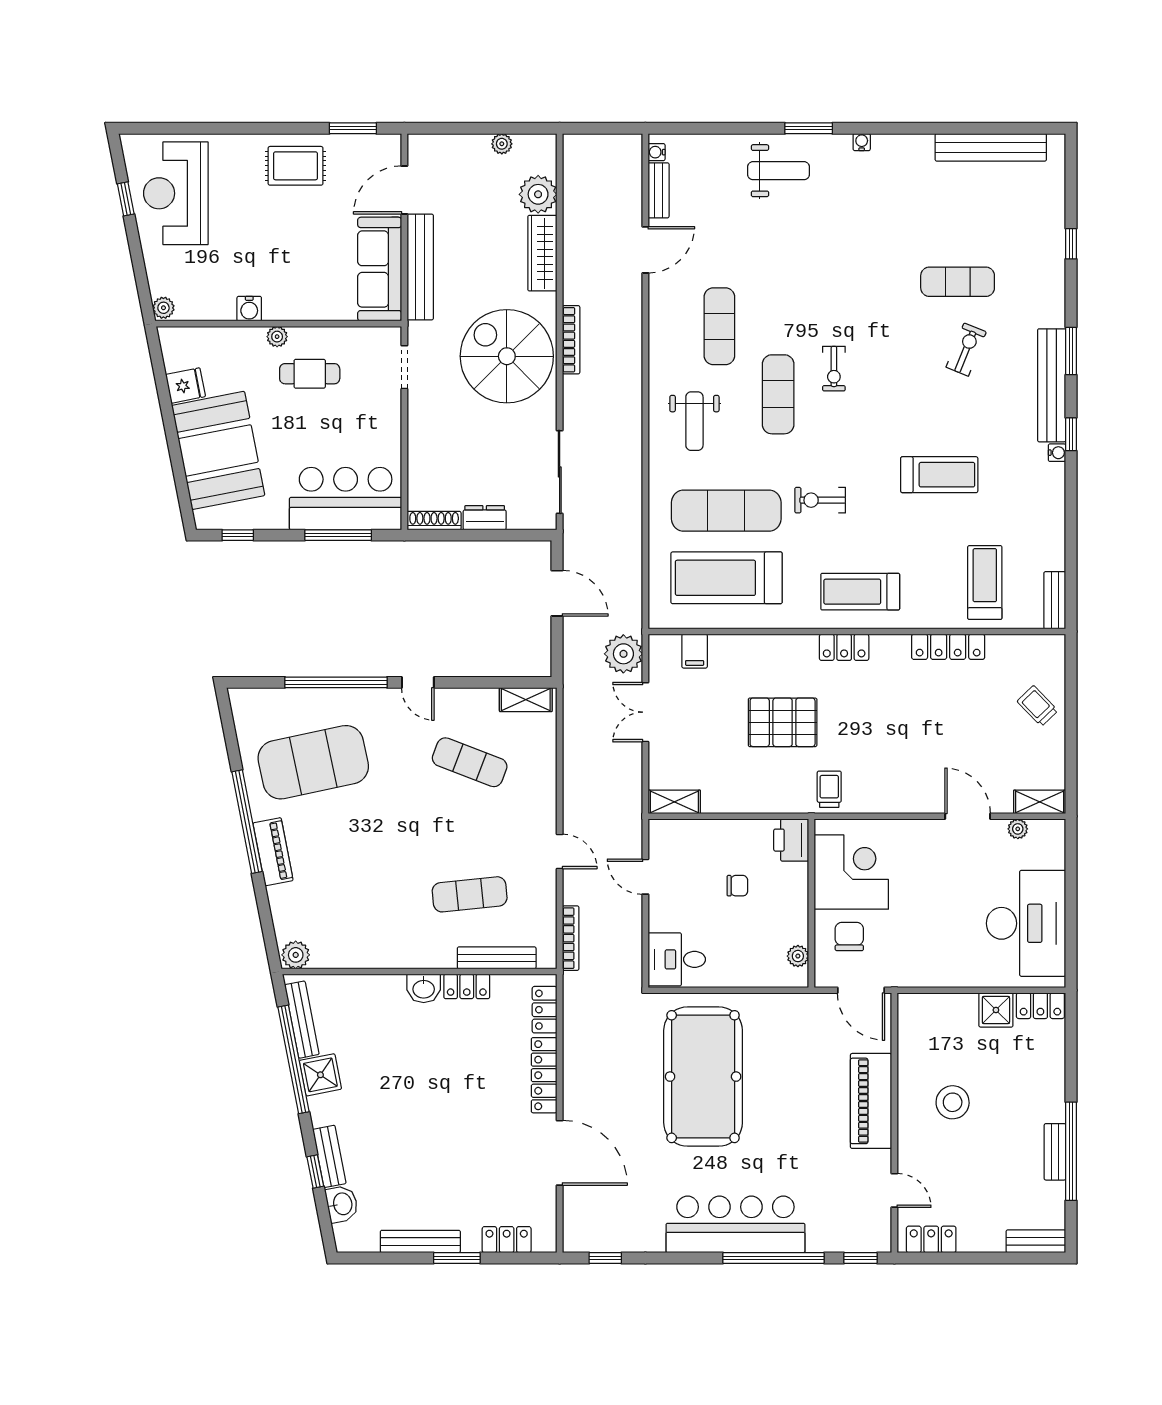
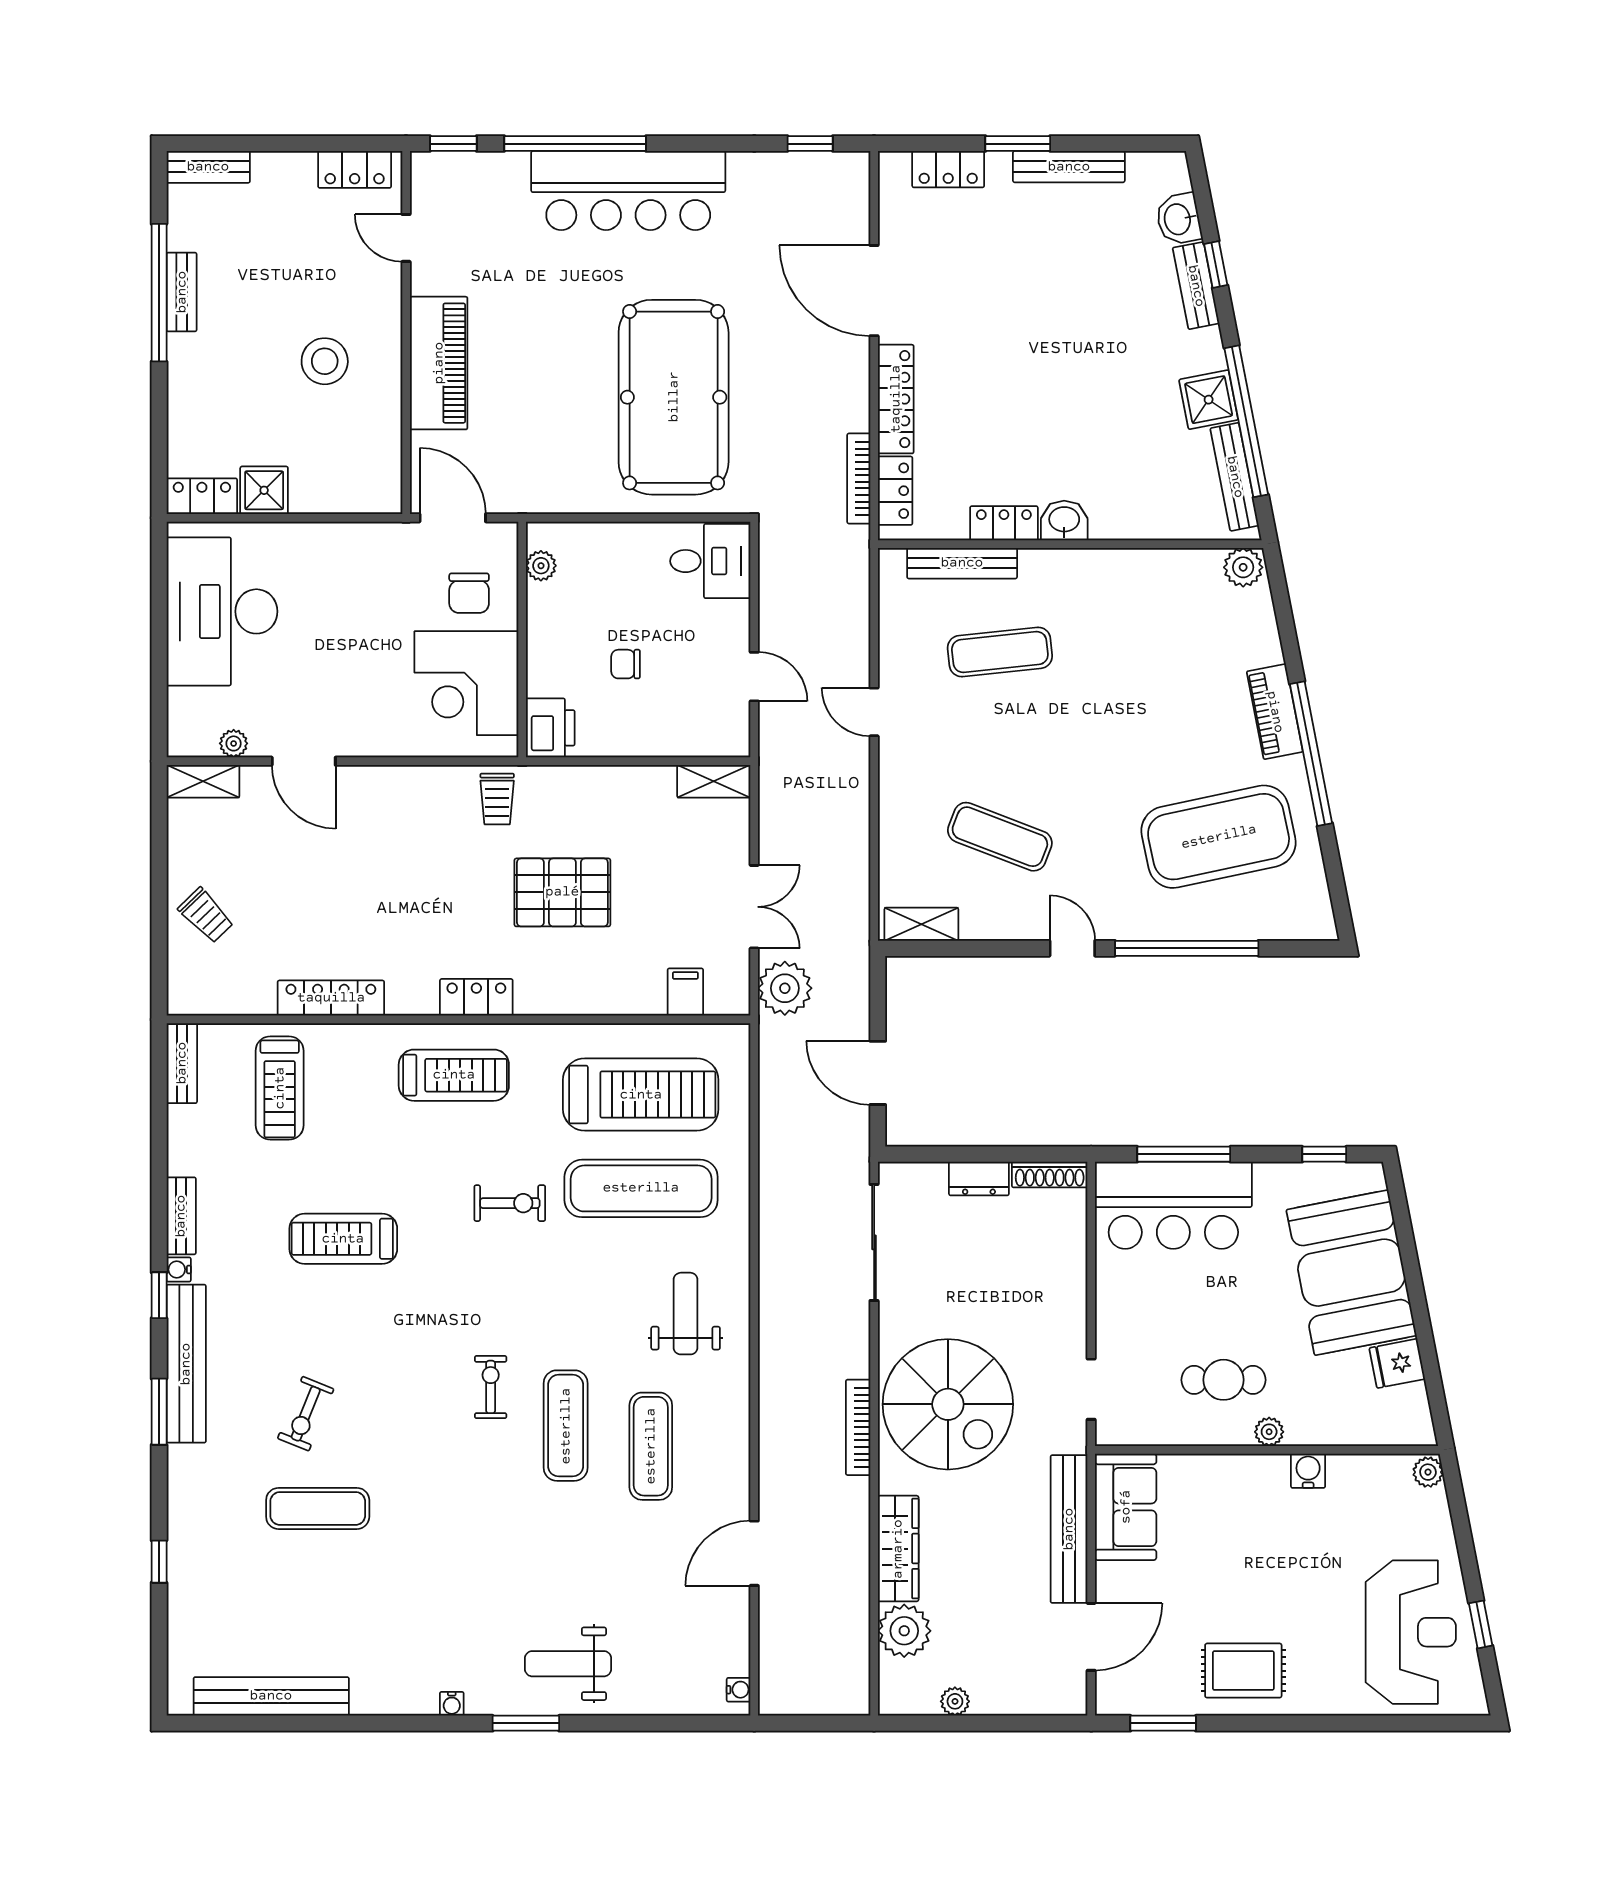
bench: (659, 190) -> (181, 1216), moved
sofa: (380, 269) -> (1126, 1507), width x0.73
exercise mat: (778, 394) -> (566, 1426), moved
bookcase: (571, 938) -> (859, 478), moved

